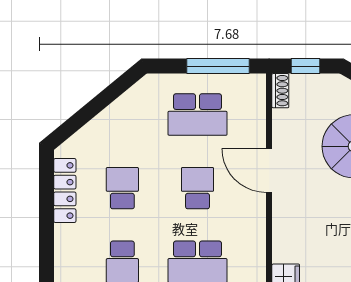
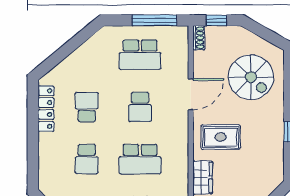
door: (269, 171) -> (191, 94), swing flipped
school desk: (198, 188) -> (140, 107), turned 180
rug: (311, 231) -> (221, 137), added

